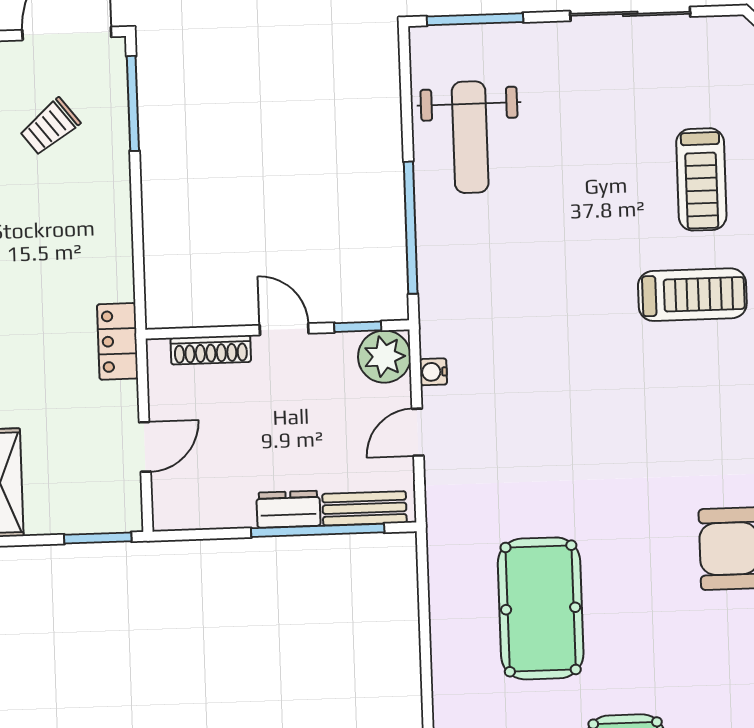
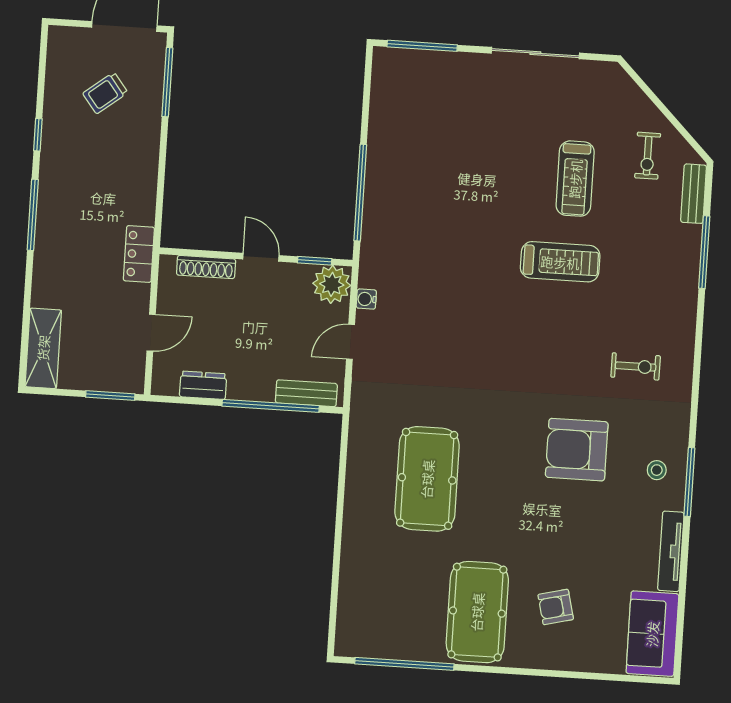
weight bench: (470, 137) -> (410, 131), removed
dresser: (288, 509) -> (203, 385), moved

